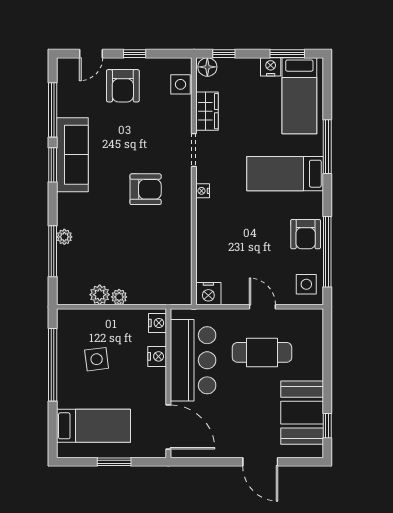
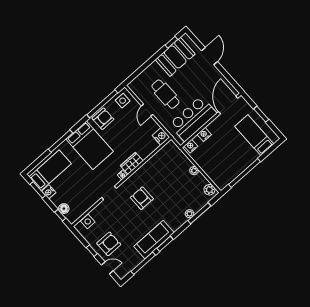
floor lamp: (207, 67) -> (64, 209), moved
wardrobe: (207, 111) -> (132, 163), moved
bed: (285, 174) -> (90, 145), width x1.50
plant: (100, 295) -> (209, 190), moved
side table: (97, 359) -> (227, 158), removed

